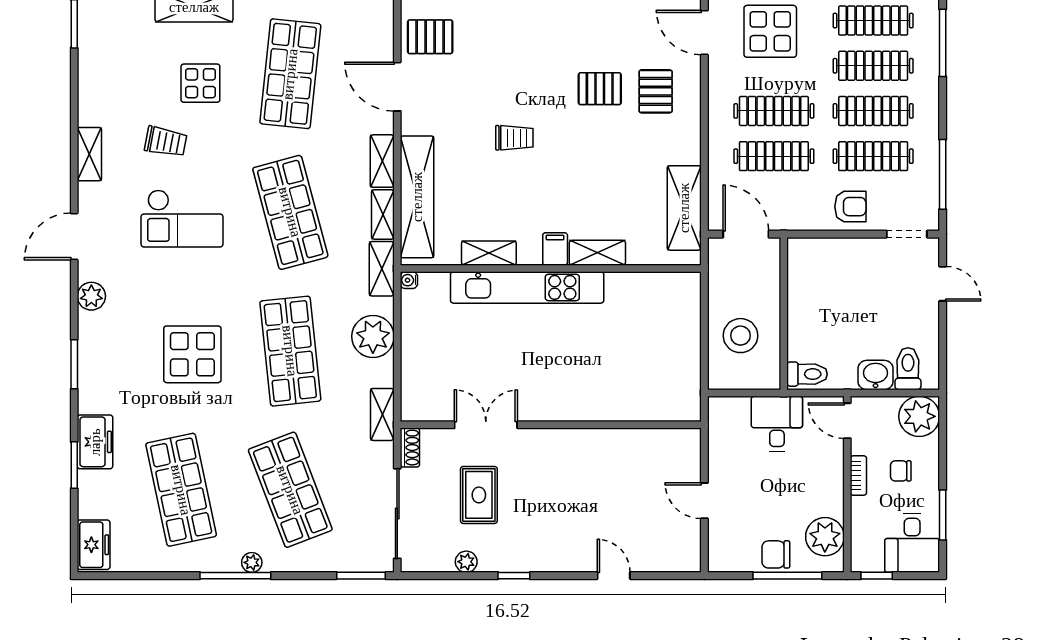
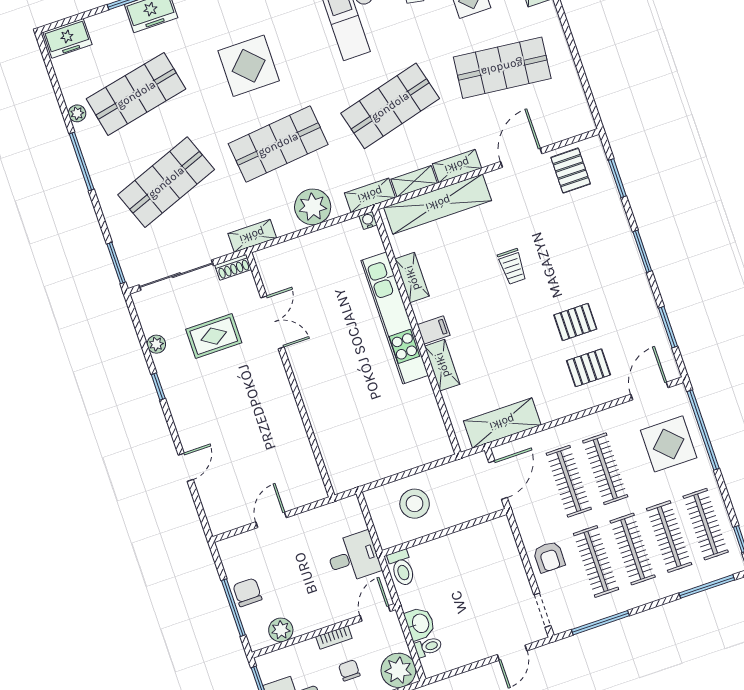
pallet: (600, 89) -> (575, 322), turned 90
toilet: (908, 369) -> (428, 647), width x0.73, depth x0.72
plant: (825, 537) -> (281, 630), width x0.73, depth x0.73
plant: (252, 562) -> (77, 113), moved

